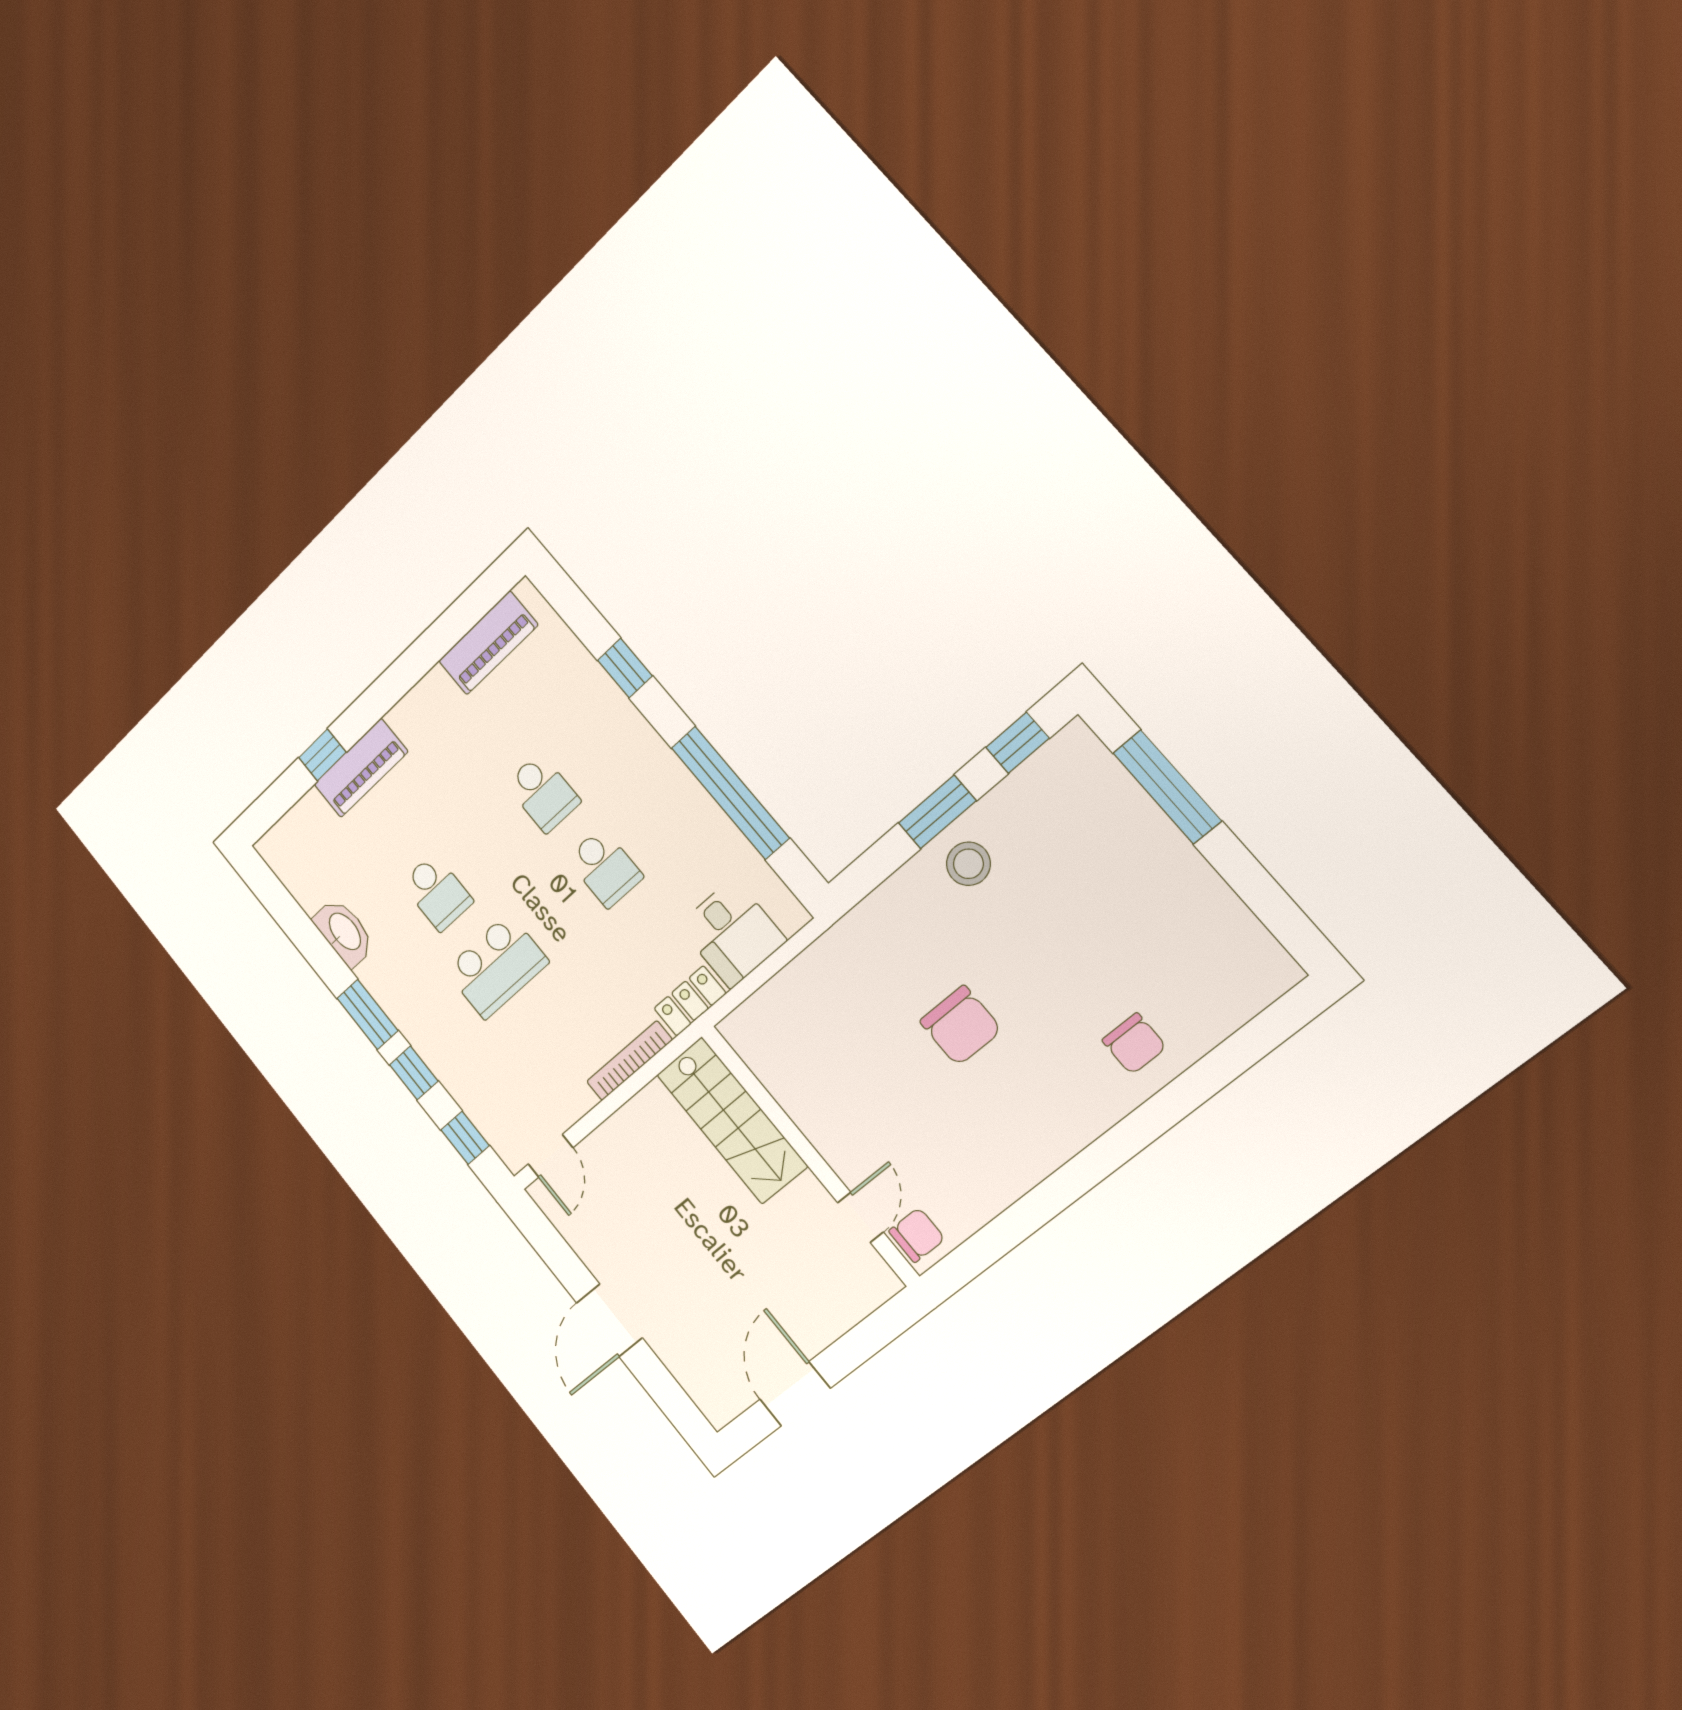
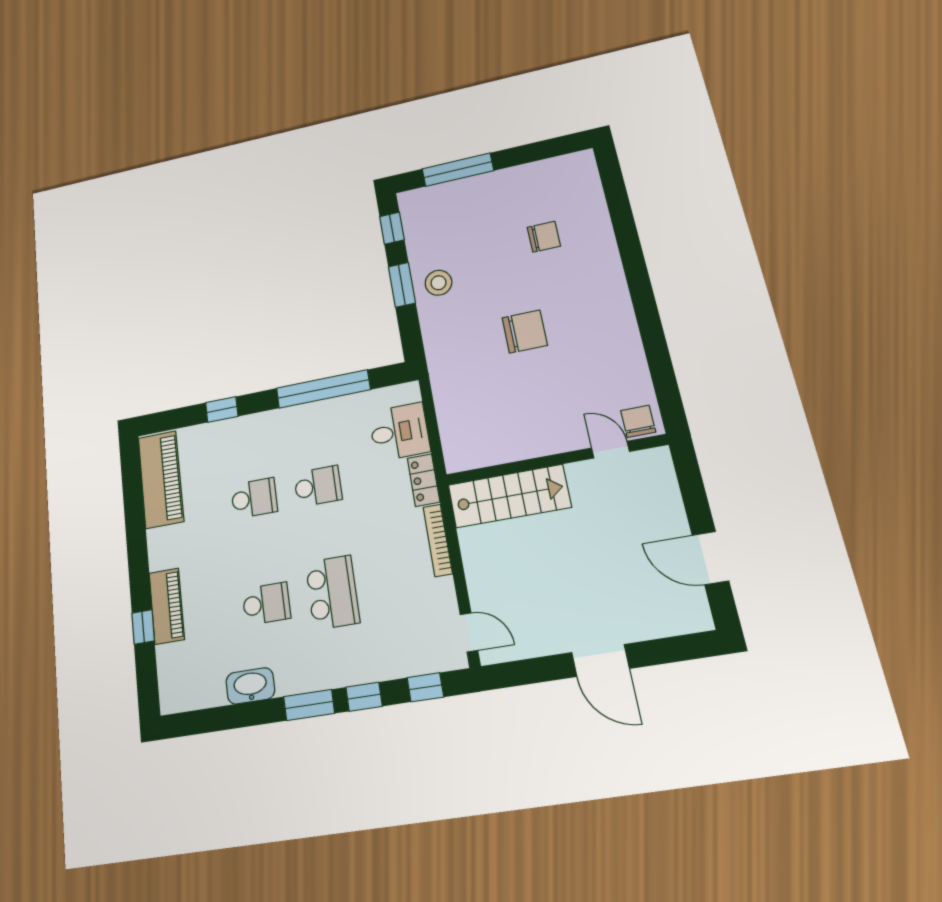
piano: (488, 643) -> (161, 479), width x1.37, depth x1.33
chair: (1134, 1044) -> (544, 237), moved

